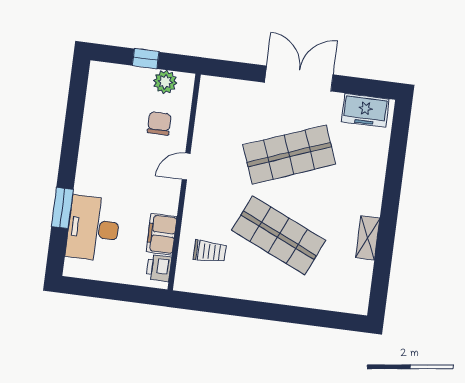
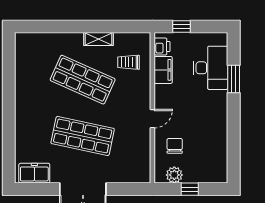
chair: (159, 123) -> (175, 146), turned 180
shop shelf: (289, 155) -> (83, 136), turned 33
shelving: (368, 238) -> (99, 39), moved, turned 90
window: (127, 293) -> (181, 27), added

